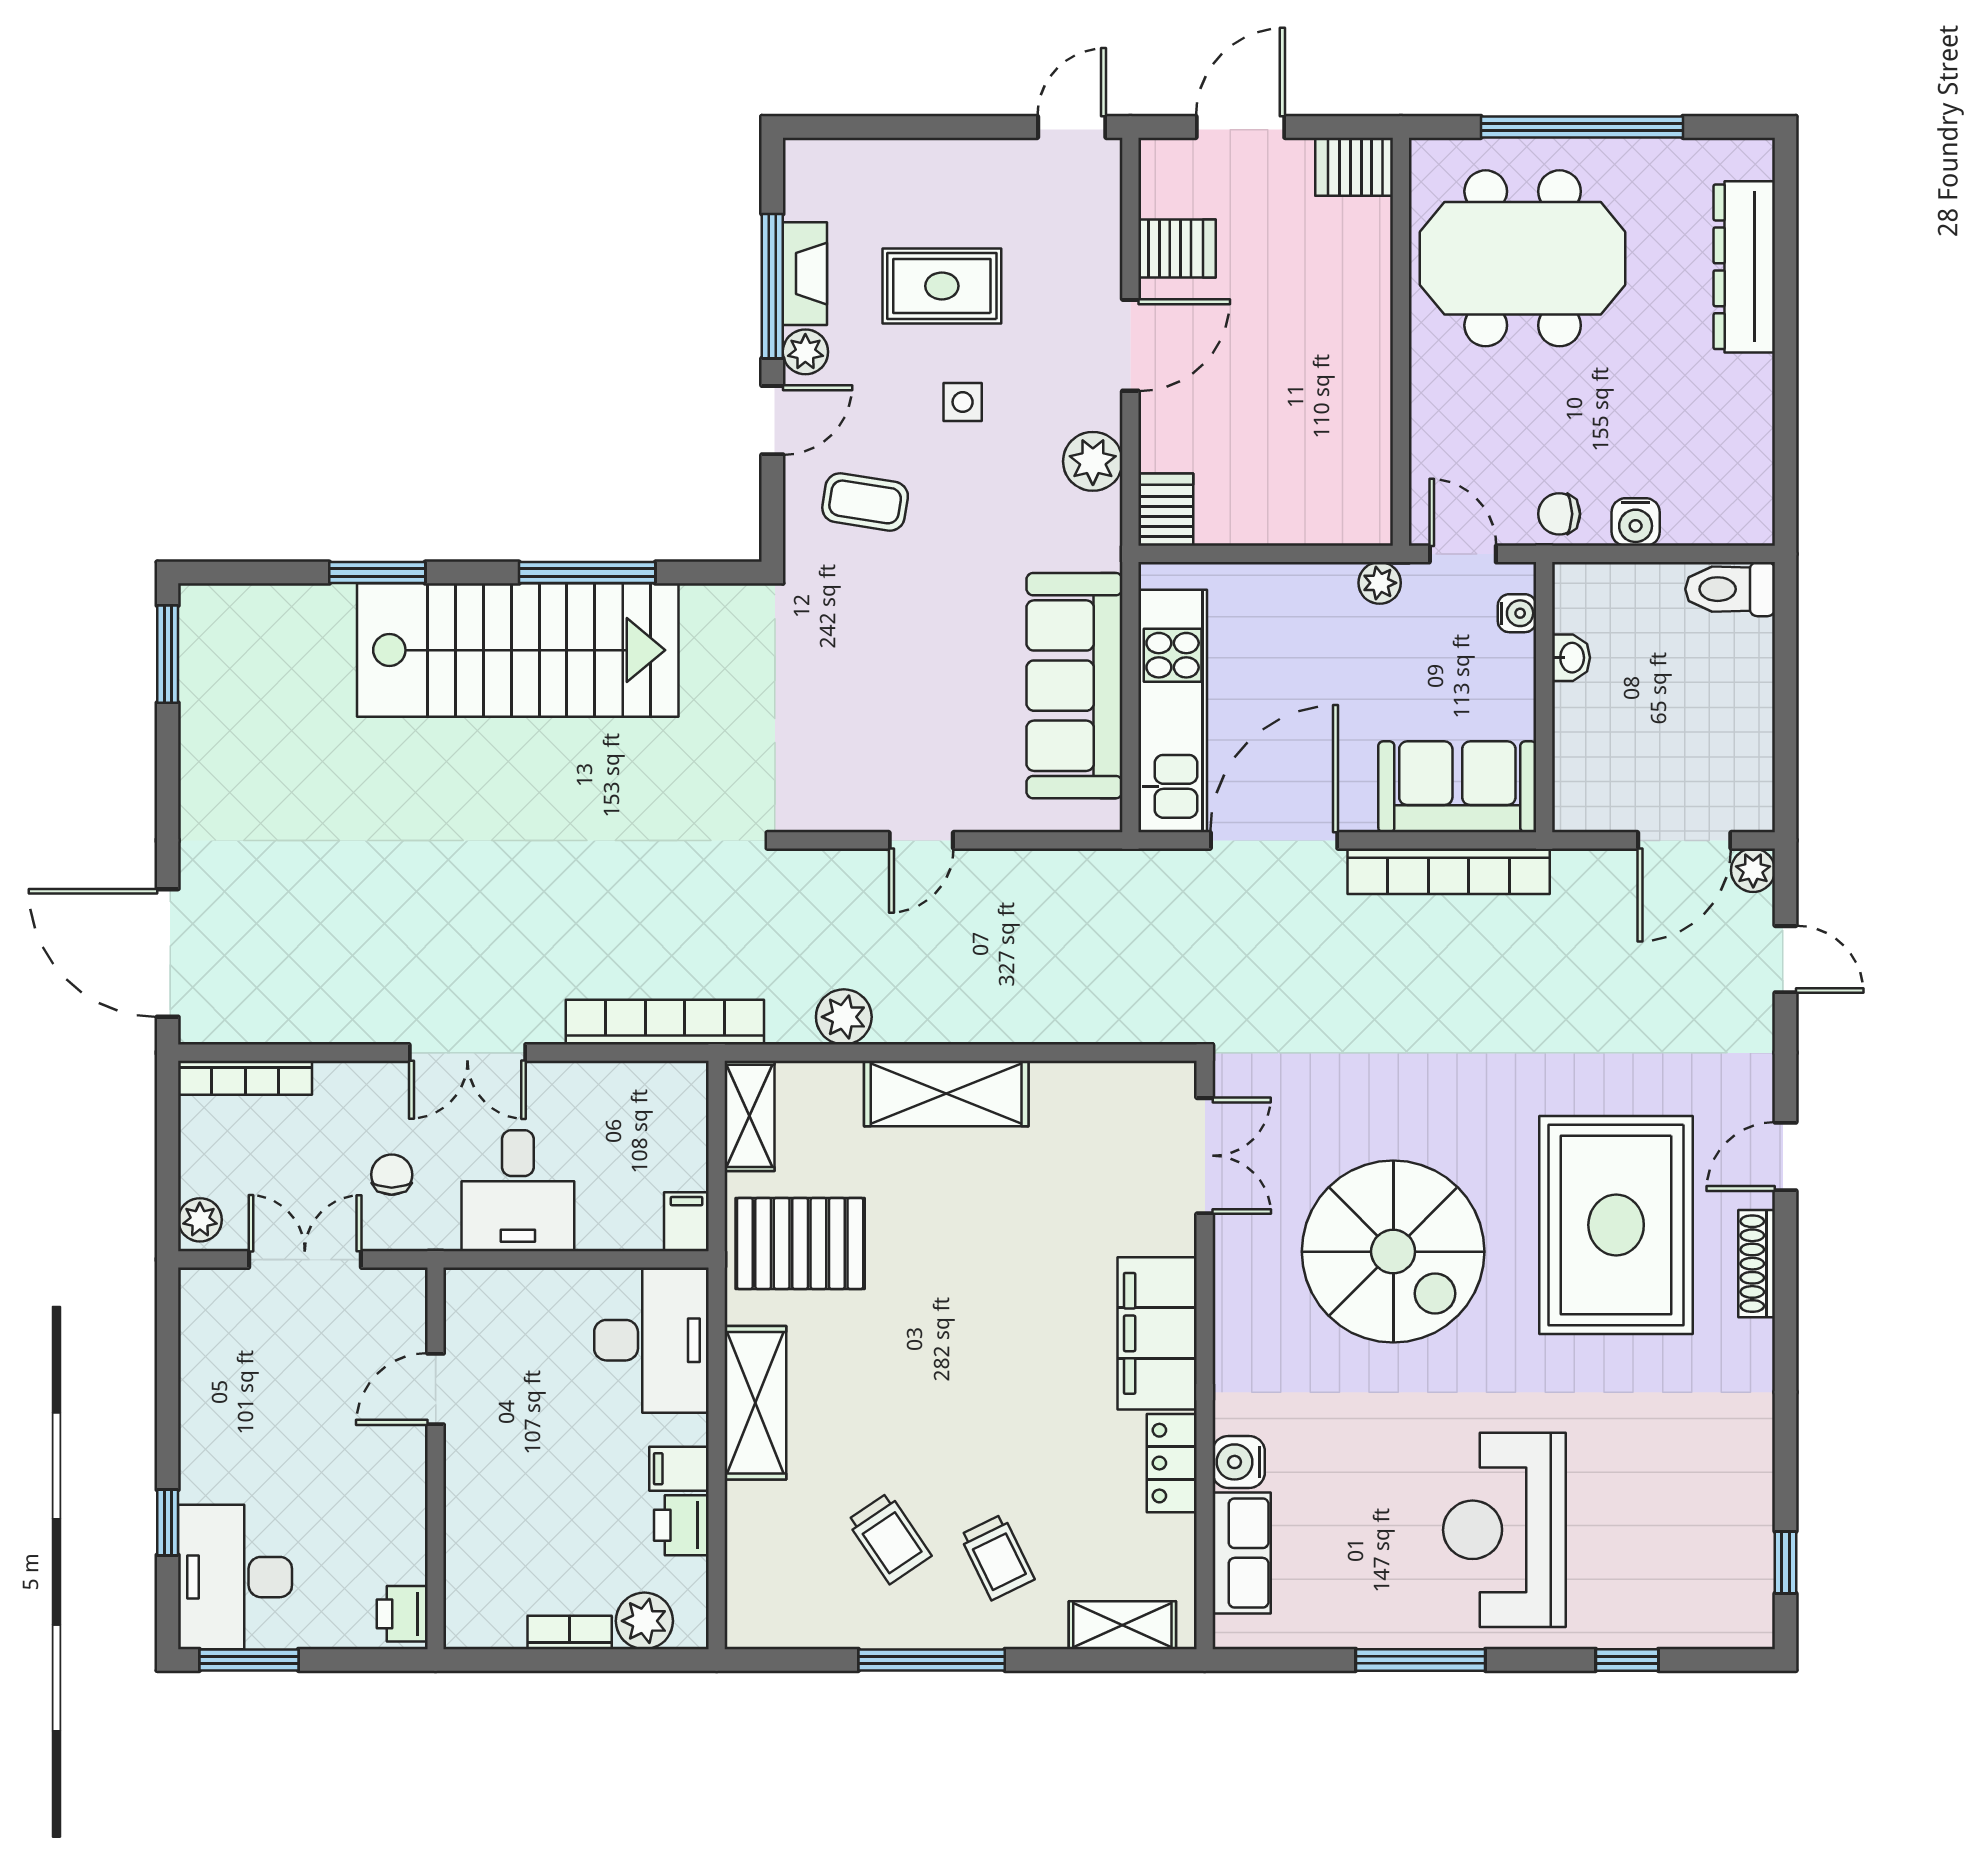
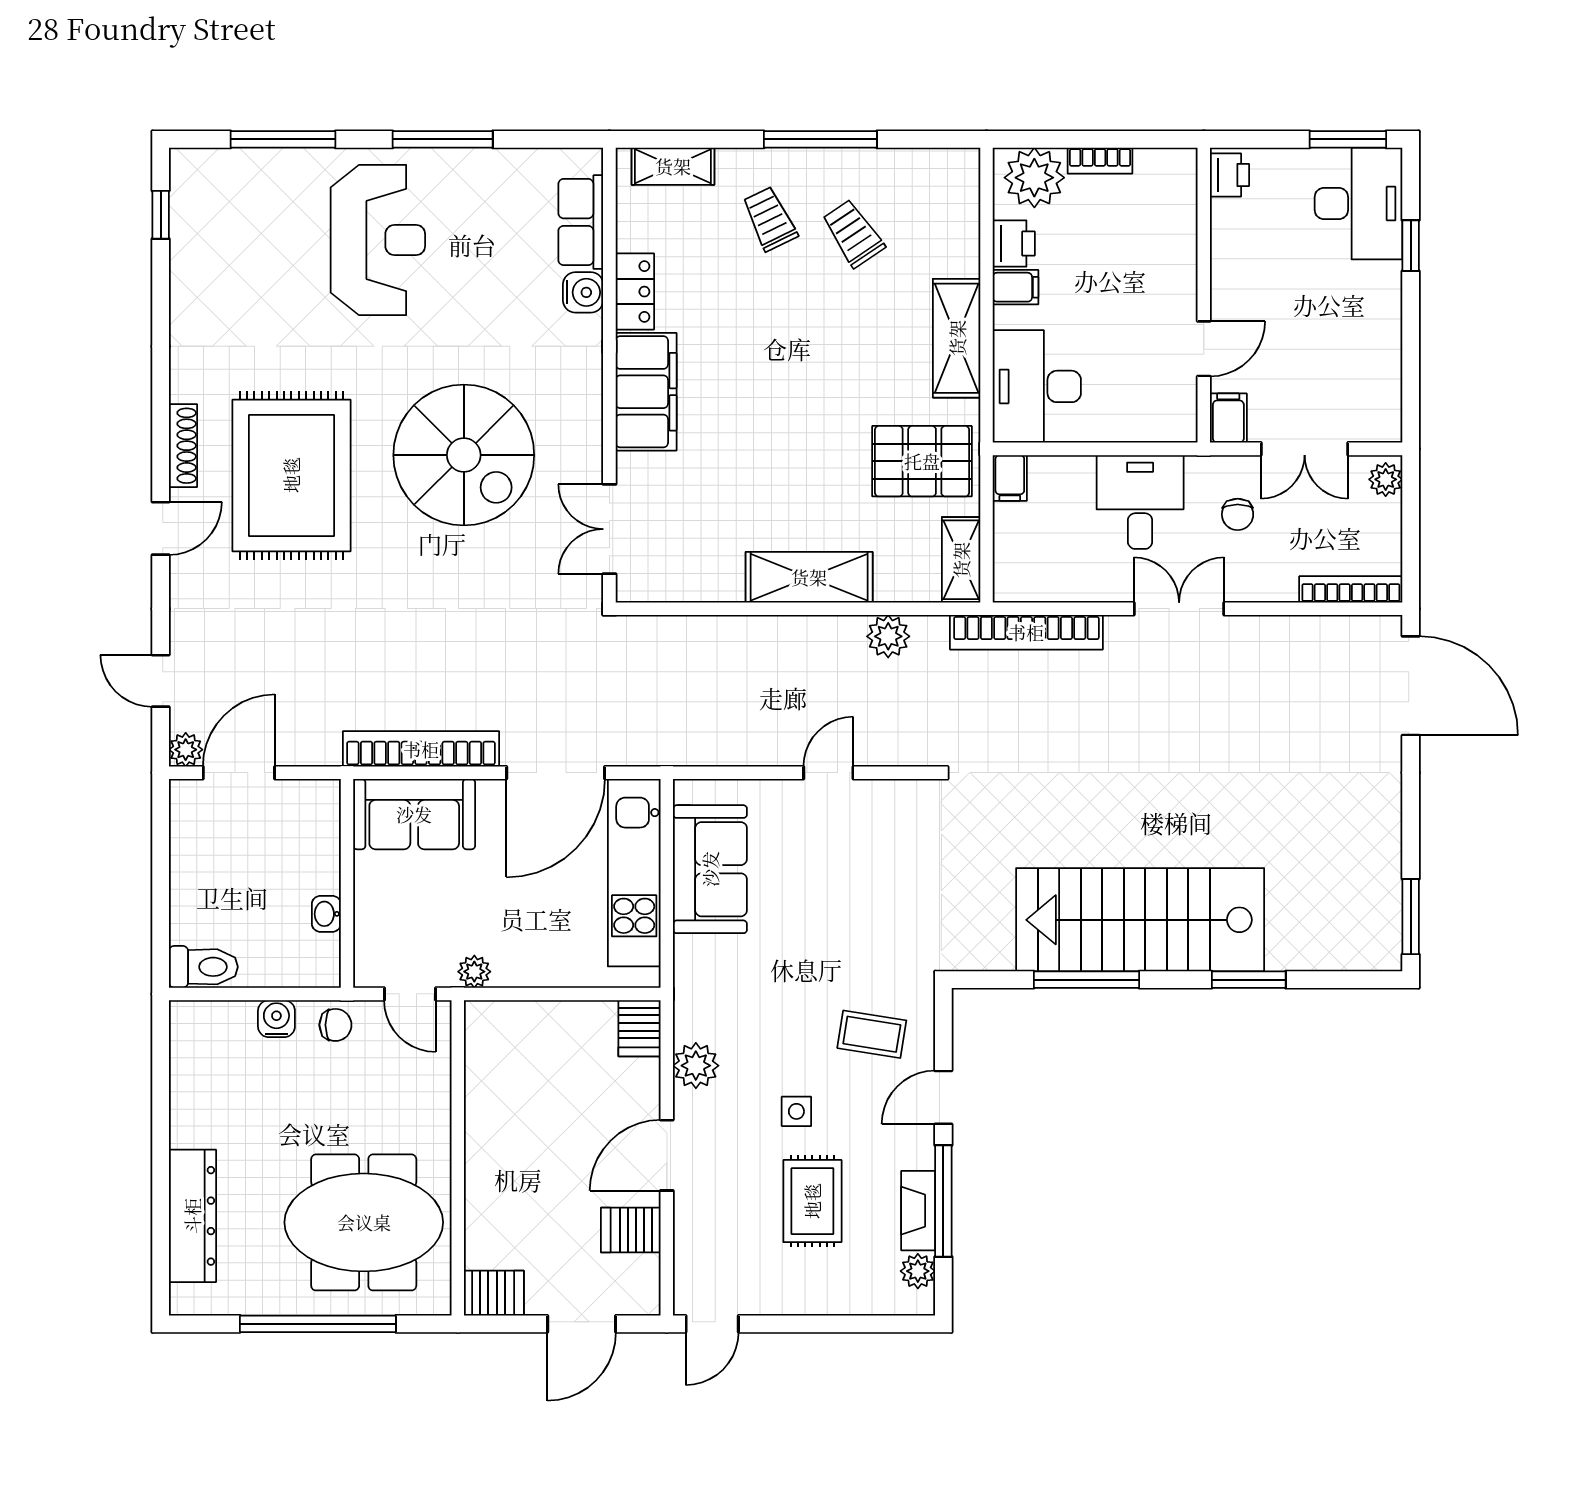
rug: (942, 286) -> (812, 1201), turned 90
plant: (805, 352) -> (918, 1271), moved
water cooler: (1517, 613) -> (368, 948), removed
sofa: (1075, 686) -> (710, 869), width x0.73
spiral stairs: (1393, 1252) -> (464, 455), turned 180
filing cabinet: (404, 1299) -> (1228, 418), added
plant: (644, 1621) -> (1034, 178), width x1.36, depth x1.36
window: (1627, 1660) -> (283, 139), width x2.17

